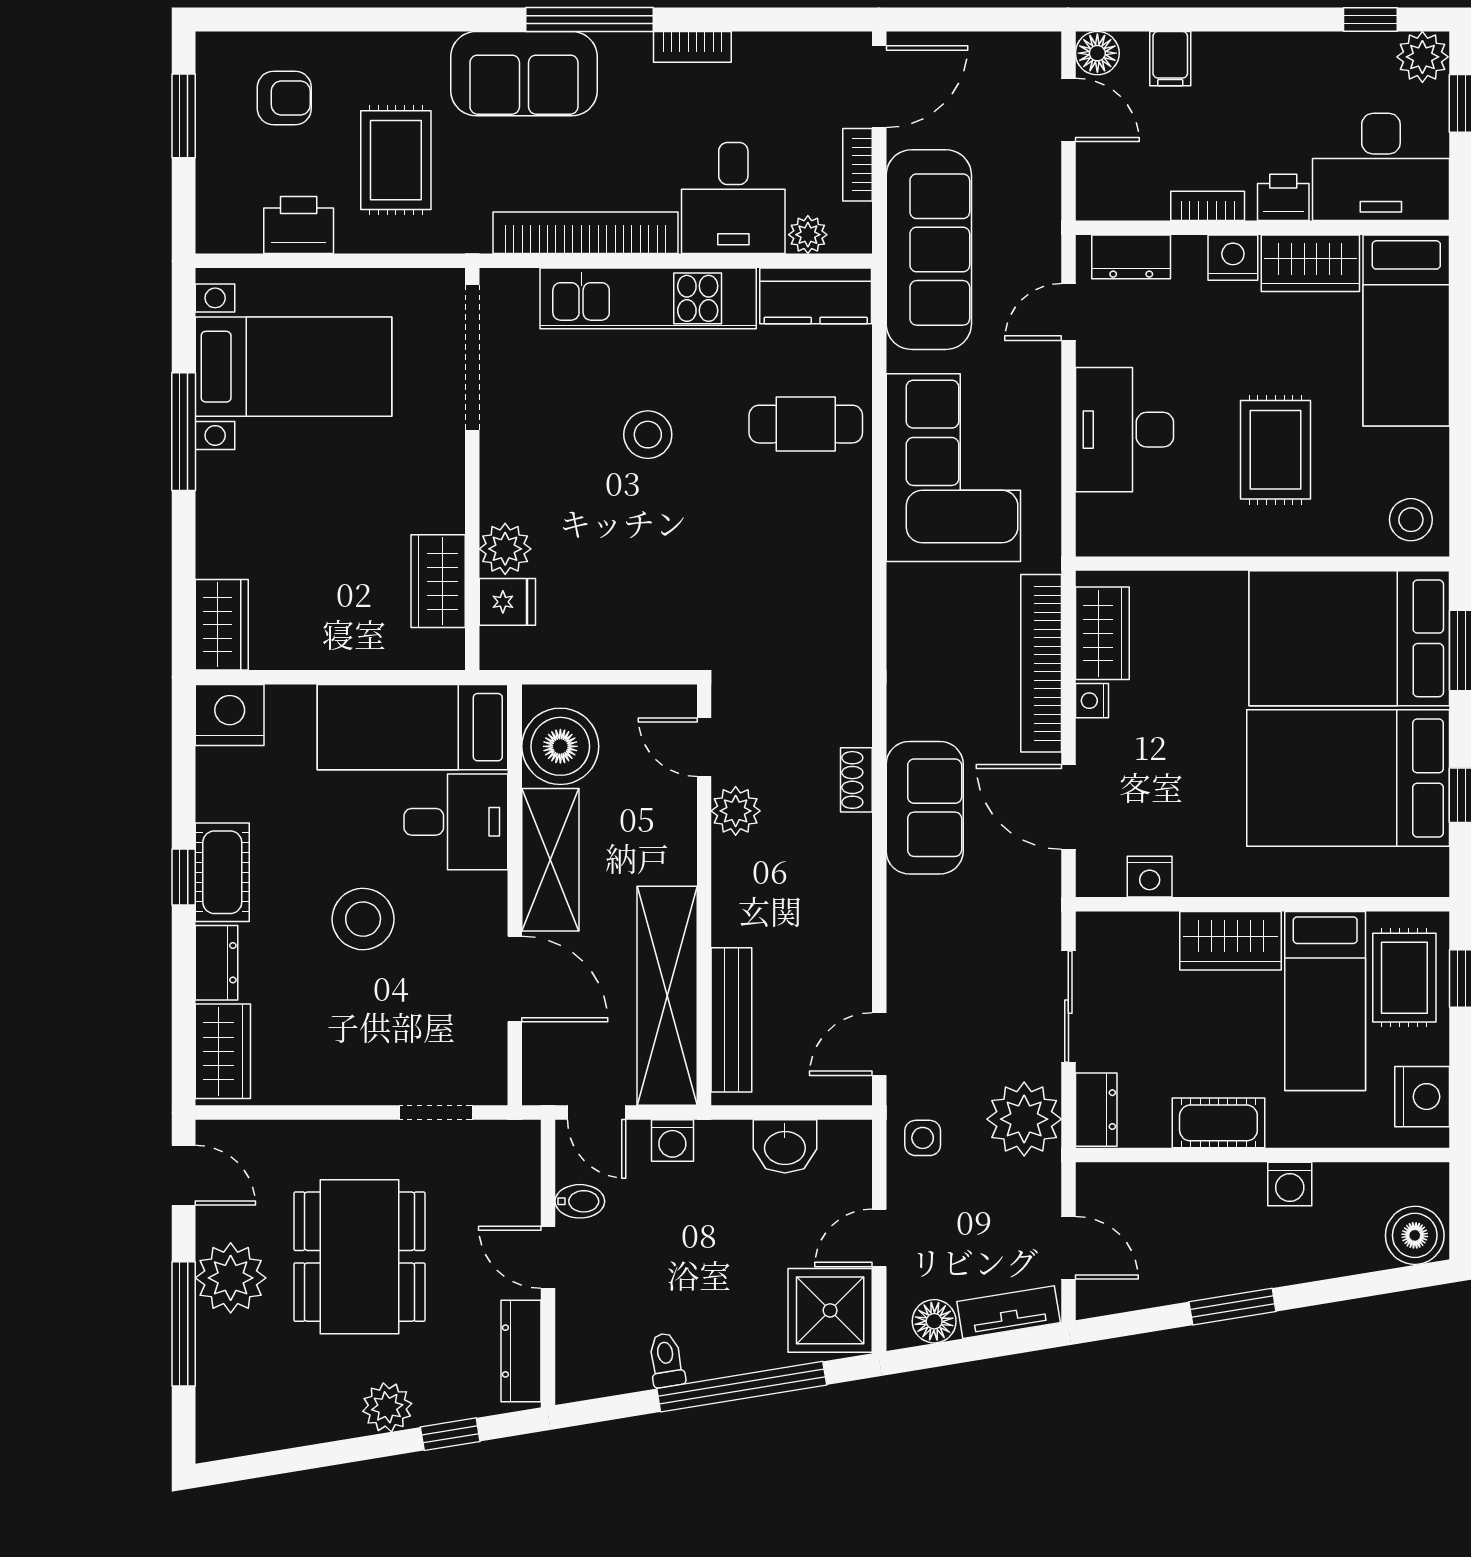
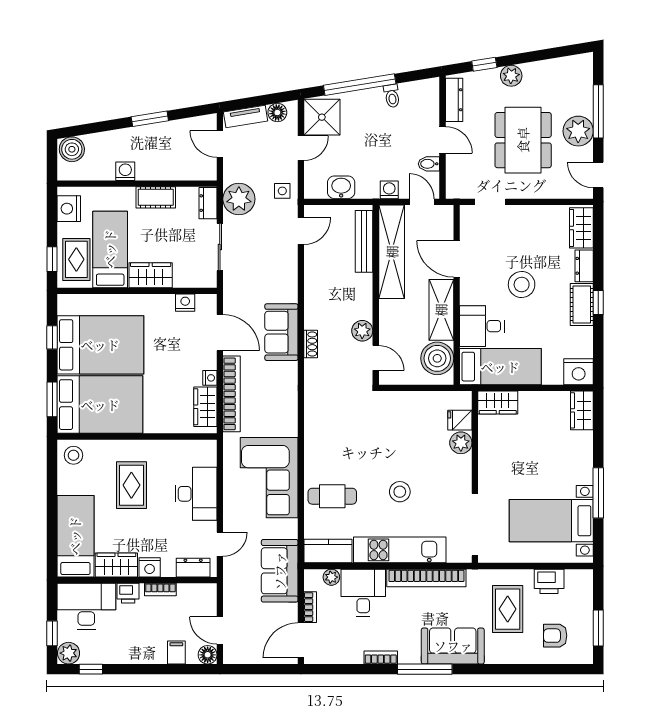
sofa: (929, 250) -> (280, 571), width x0.73
wardrobe: (438, 581) -> (498, 402), moved, turned 90

